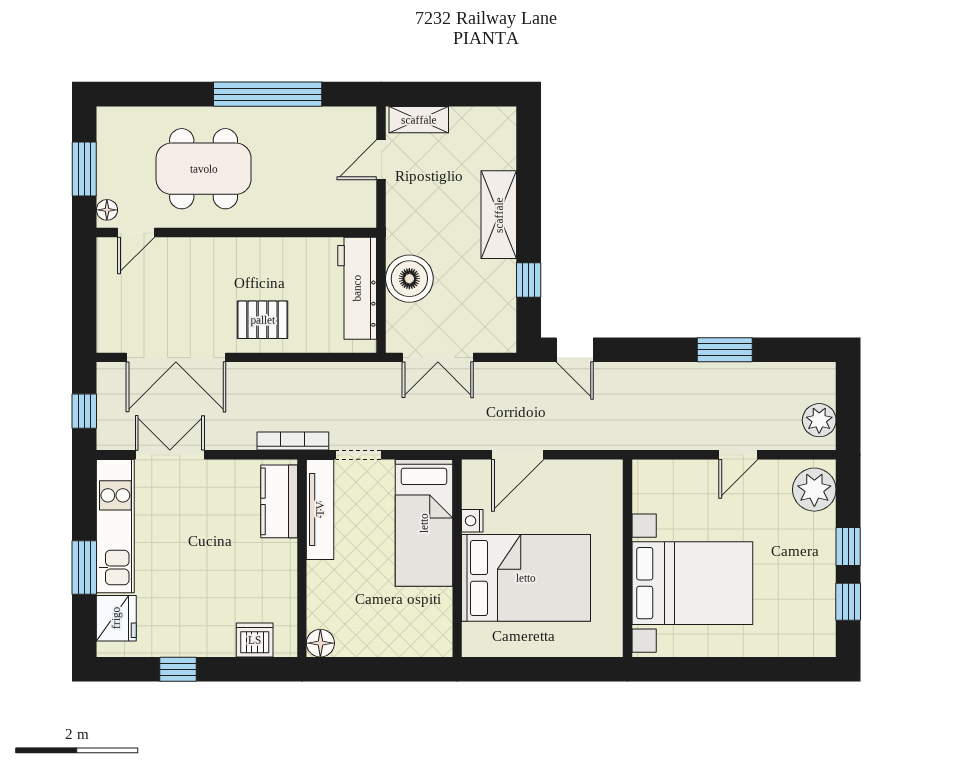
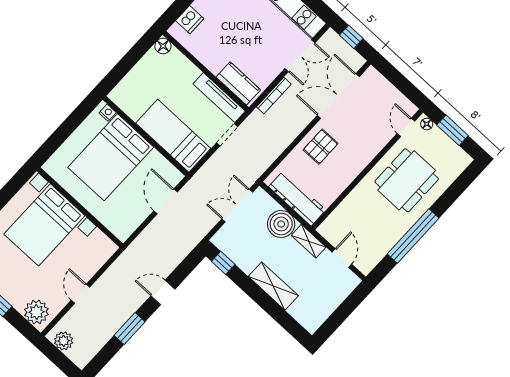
shelving: (419, 120) -> (309, 241), moved, turned 90
window: (529, 280) -> (223, 263), moved
door: (575, 350) -> (163, 292), moved
bookcase: (293, 441) -> (274, 95), moved
nightstand: (472, 521) -> (108, 113), moved

